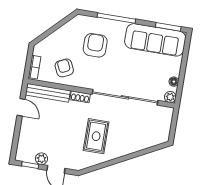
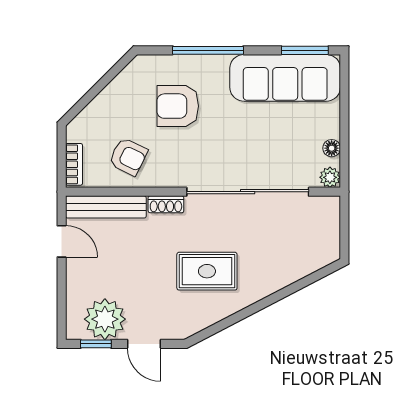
armchair: (95, 45) -> (178, 106), turned -90
armchair: (64, 68) -> (128, 157), turned 141
rug: (96, 136) -> (207, 271), turned 90
plant: (42, 159) -> (105, 319), width x1.88, depth x1.88

